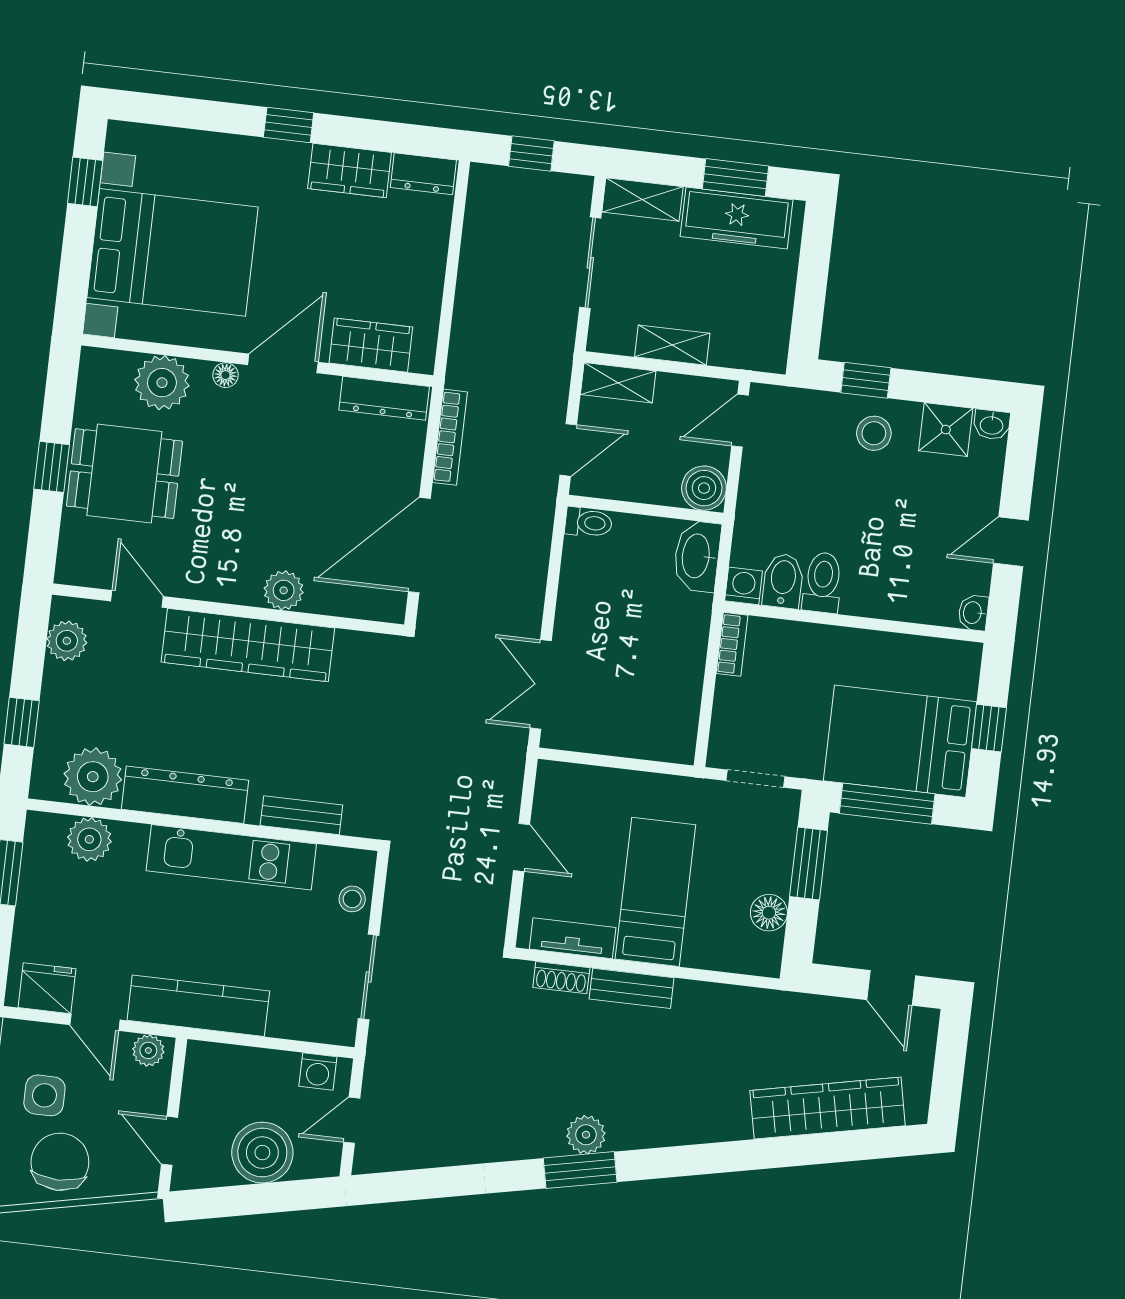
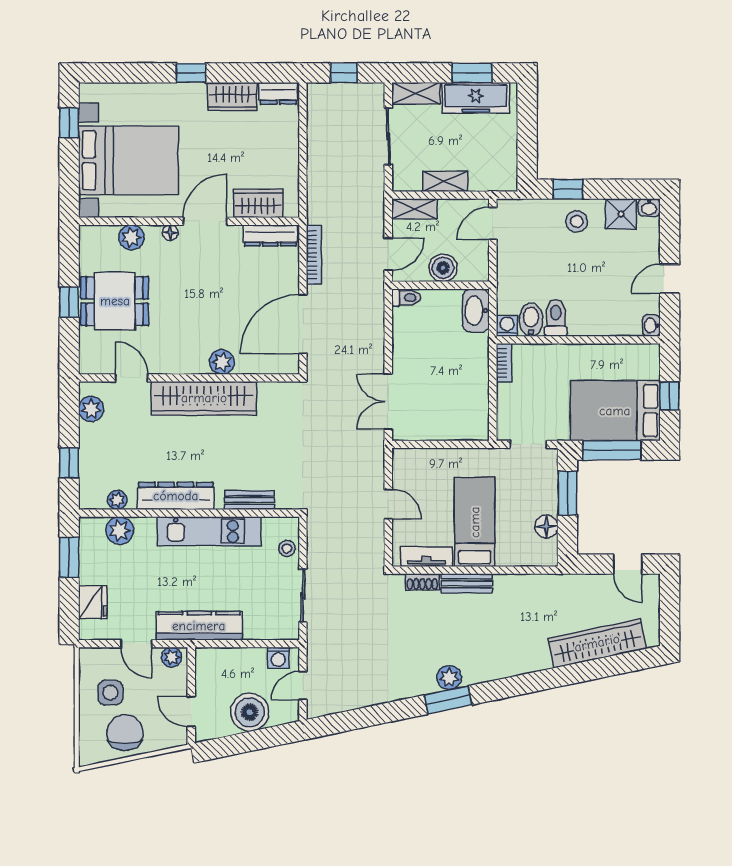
plant: (162, 383) -> (131, 237), width x0.73, depth x0.73
boiler: (704, 488) -> (443, 268), moved
plant: (93, 777) -> (117, 500), width x0.53, depth x0.53
fridge: (47, 988) -> (93, 602), moved, turned 90

